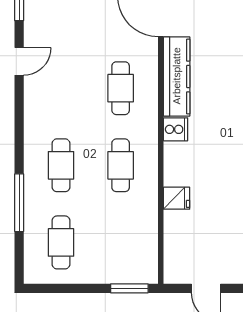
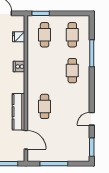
cooker: (176, 129) -> (19, 67), moved
cafe table: (121, 165) -> (45, 35), moved
fridge: (177, 198) -> (19, 37), moved

